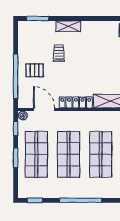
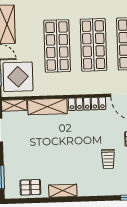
shelving: (68, 26) -> (63, 191), moved

